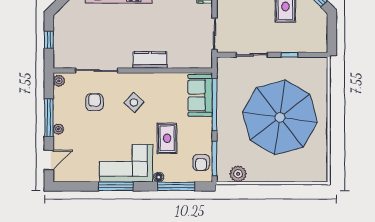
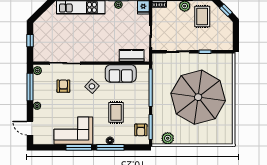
kitchen counter: (150, 60) -> (132, 55), moved
sofa: (200, 95) -> (121, 74), moved, turned -90
window: (49, 118) -> (30, 87), moved
door: (49, 160) -> (30, 128), swing flipped
corner sofa: (126, 163) -> (73, 131), moved
window: (176, 186) -> (110, 147), moved

